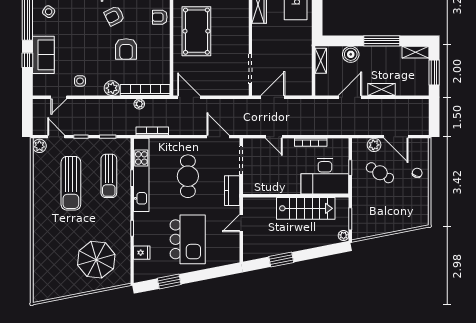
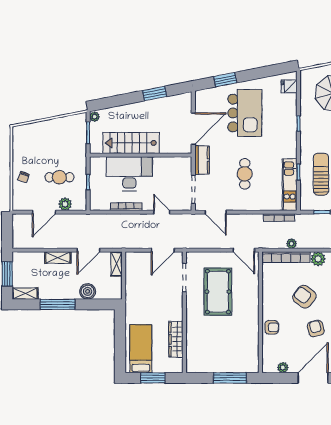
armchair: (114, 16) -> (316, 329), turned -80
pool table: (196, 31) -> (218, 292), moved
armchair: (126, 49) -> (304, 297), turned -53
shelving: (321, 61) -> (116, 264), moved
door: (396, 137) -> (44, 212), swing flipped
cafe table: (380, 173) -> (59, 177), turned -31
kitchen unit: (141, 175) -> (290, 185), width x0.73
cafe table: (188, 176) -> (245, 174), width x0.73, depth x0.74
desk: (325, 176) -> (129, 174), moved
door: (241, 223) -> (193, 129), width x1.88
kitchen island: (188, 239) -> (245, 113), turned 180
fridge: (142, 253) -> (289, 86), moved
window: (169, 281) -> (225, 80), moved

